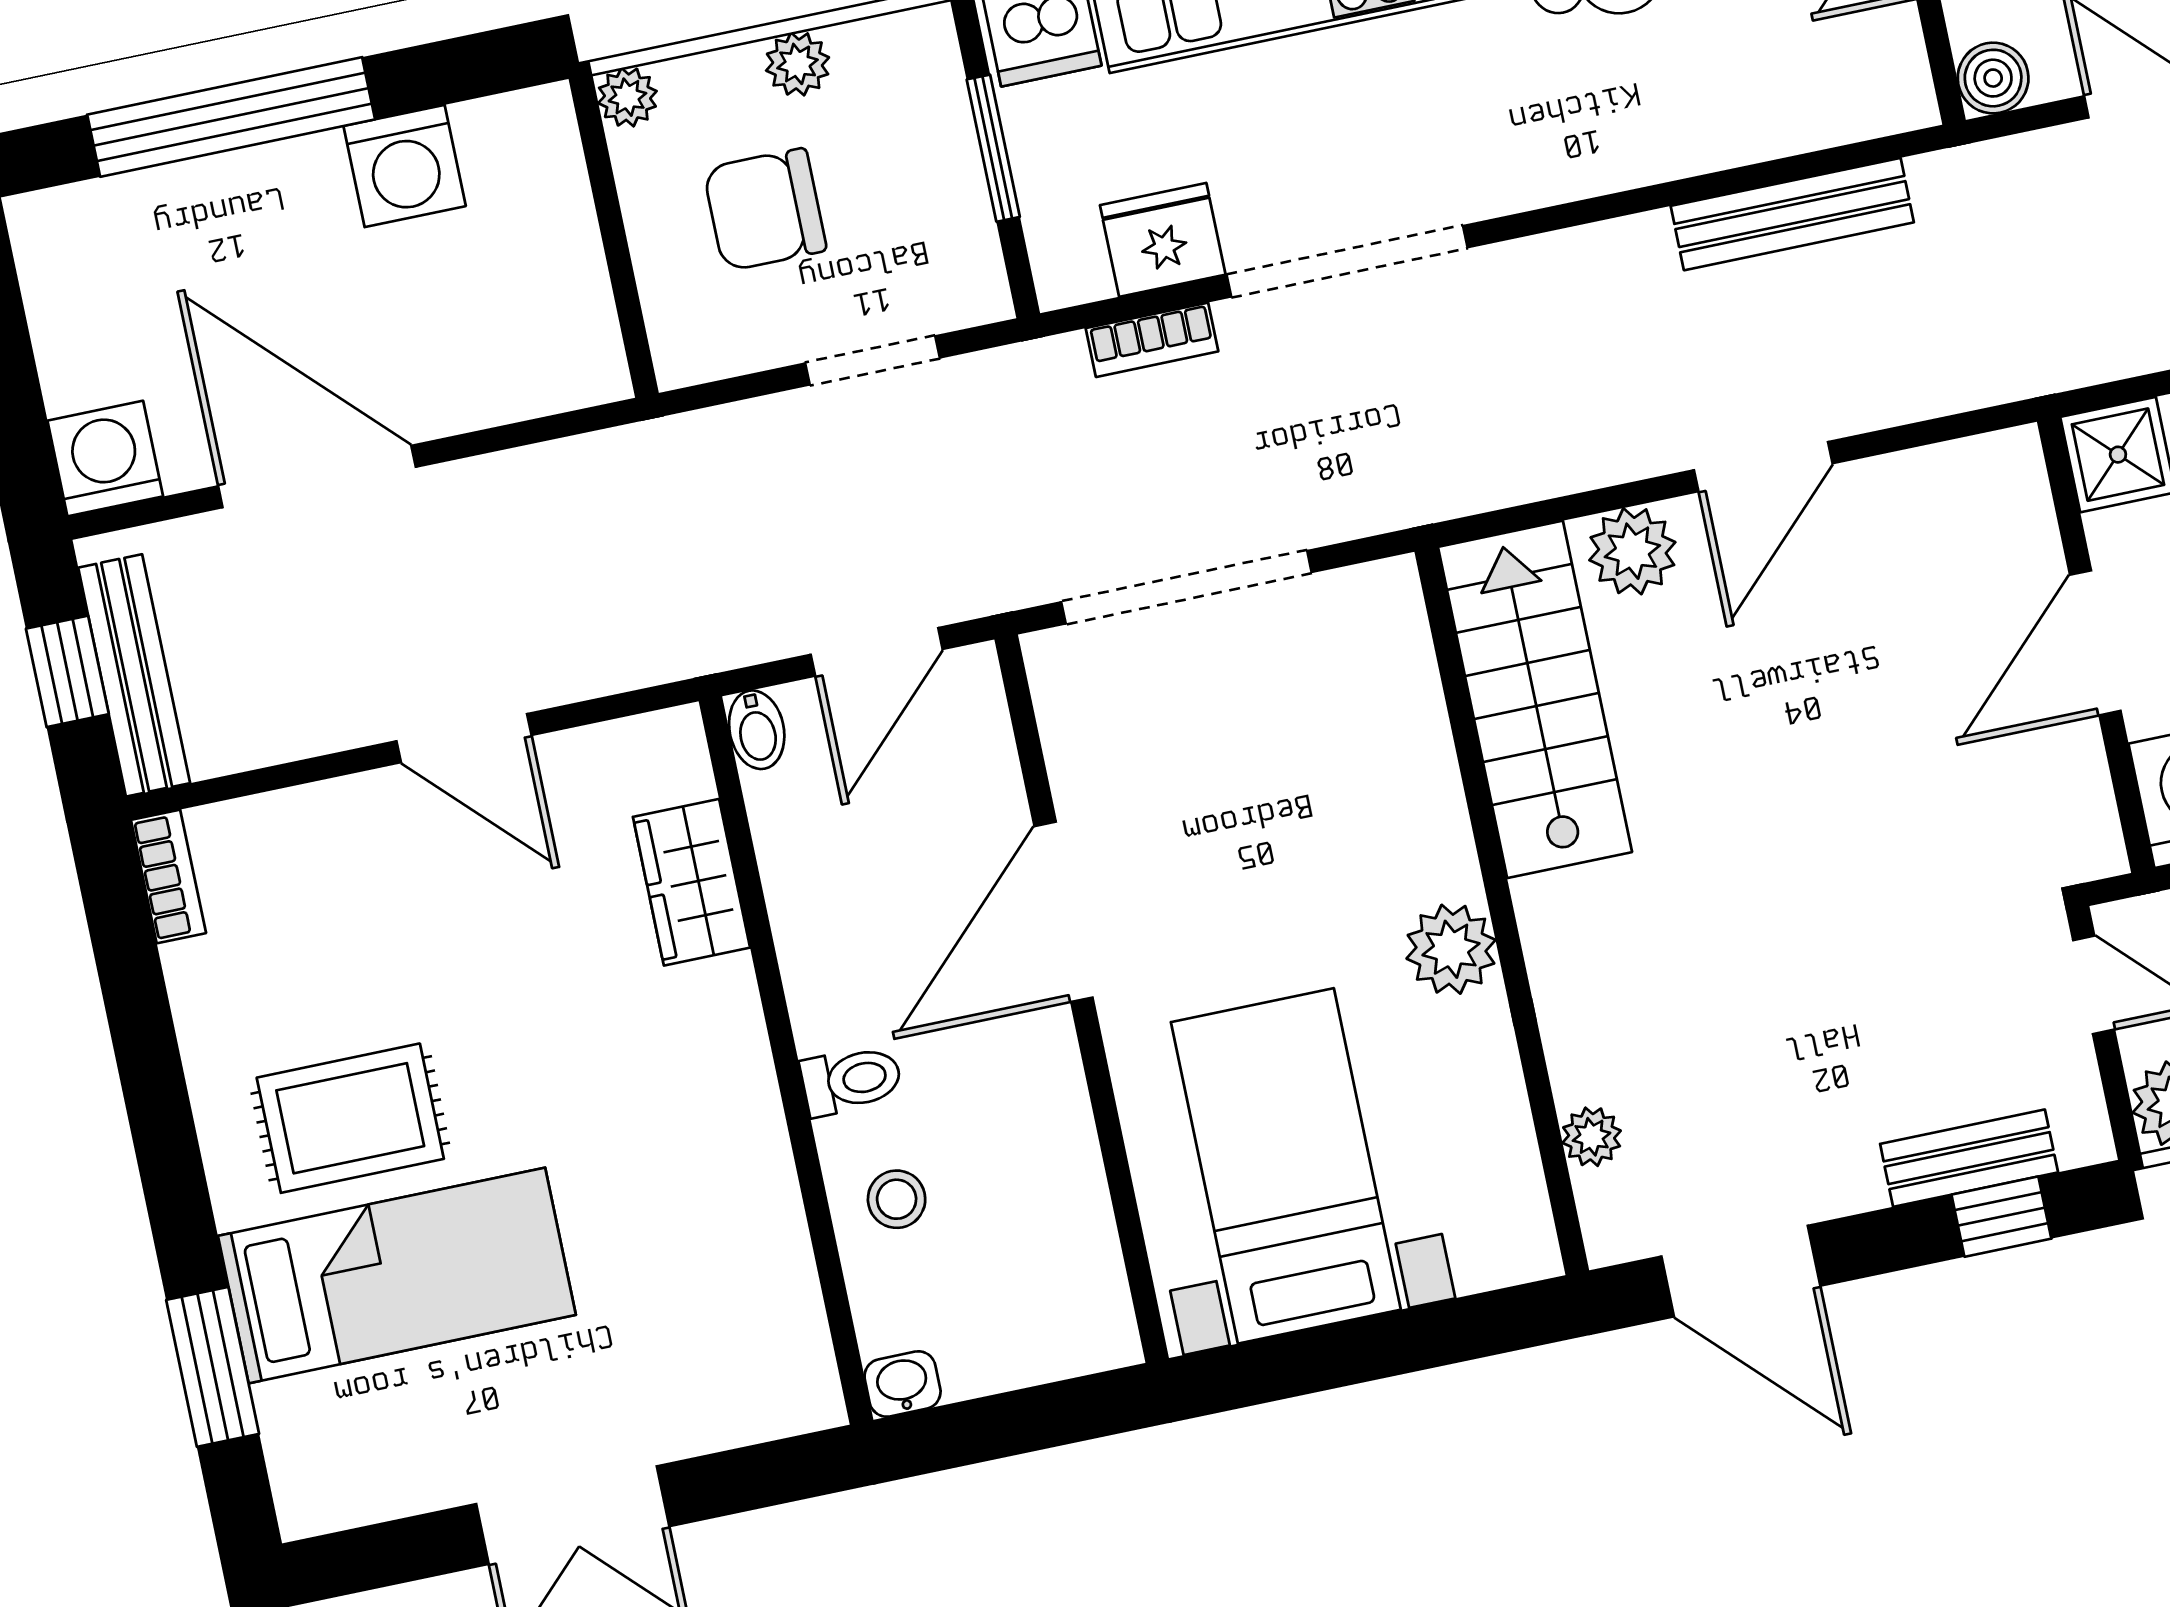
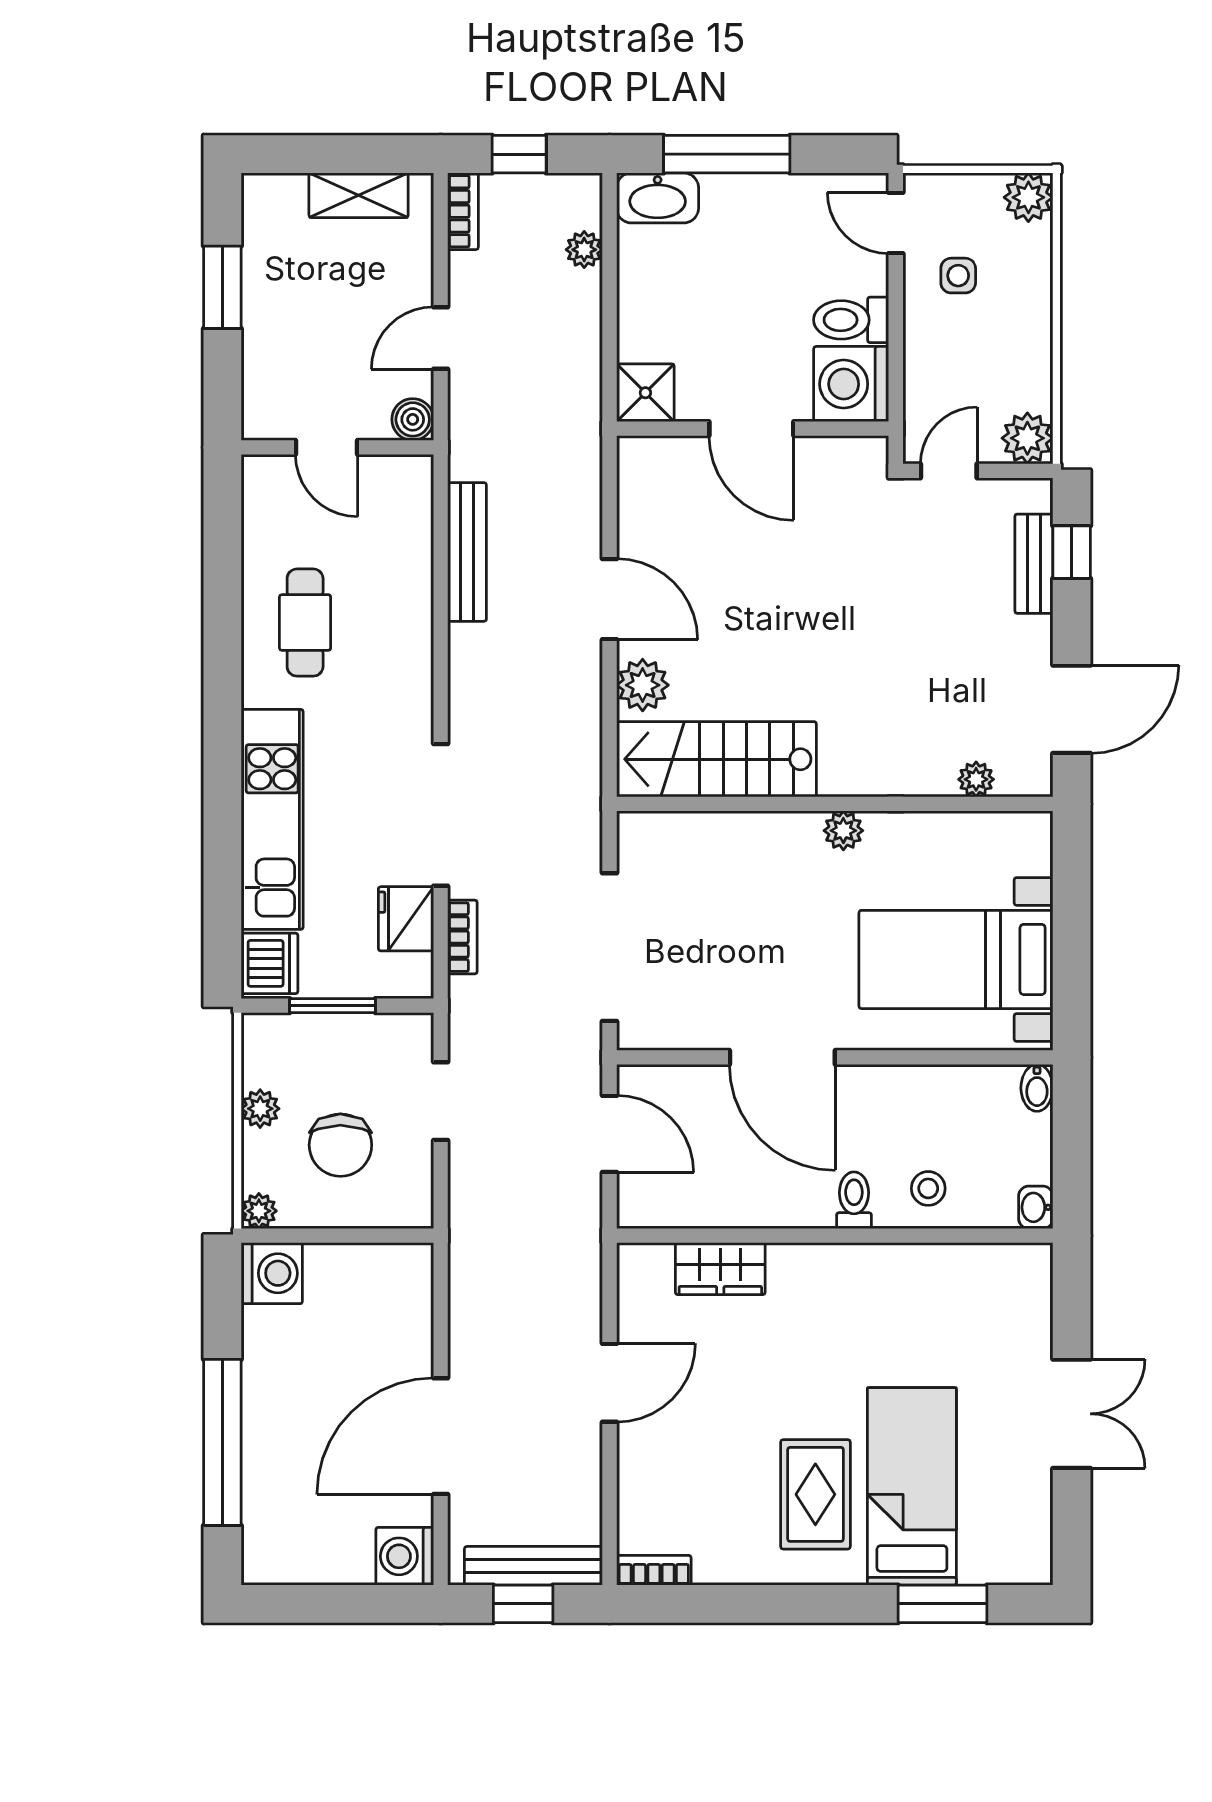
washing machine: (405, 166) -> (272, 1273), moved
bidet: (757, 730) -> (1037, 1088), moved, turned 90
plant: (1451, 949) -> (843, 831), width x0.73, depth x0.73

